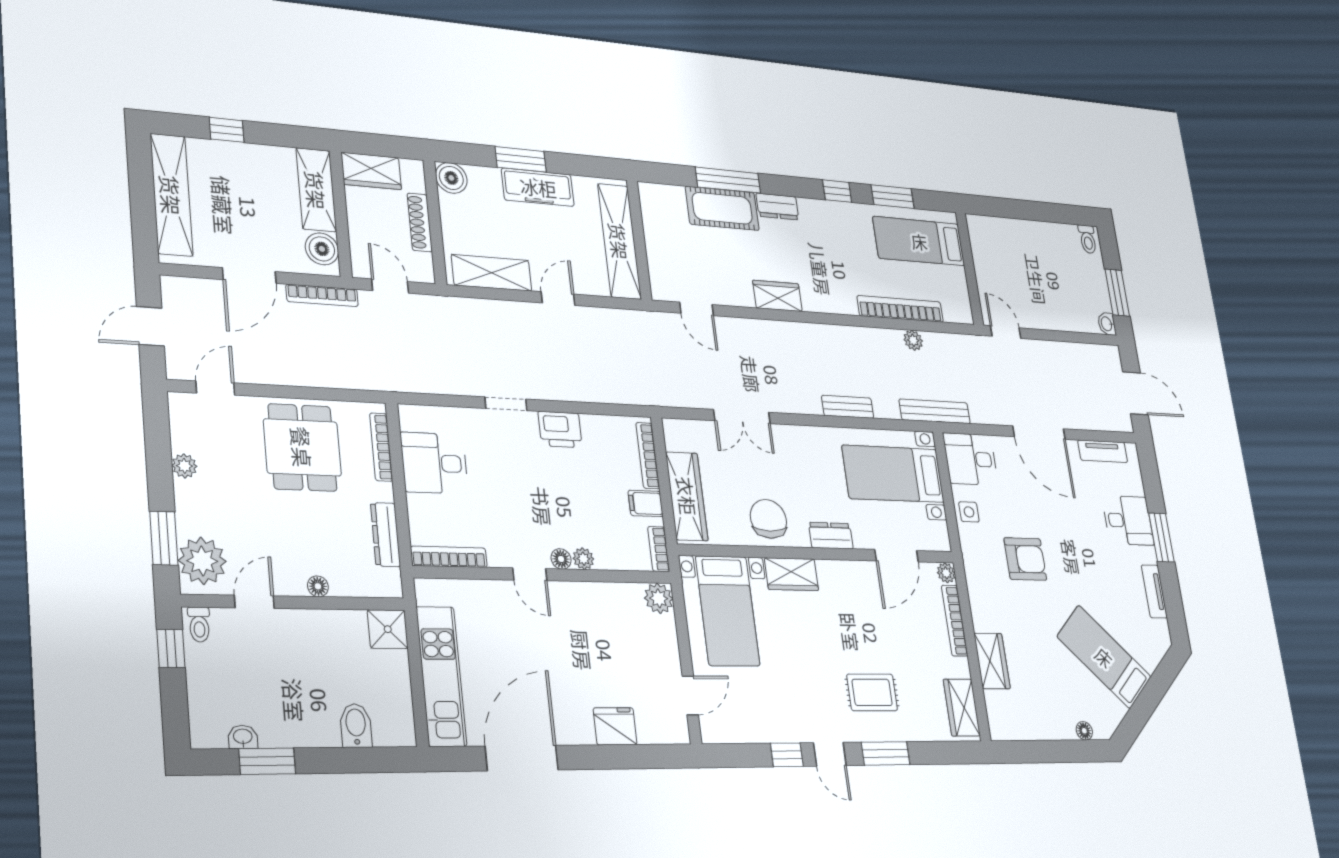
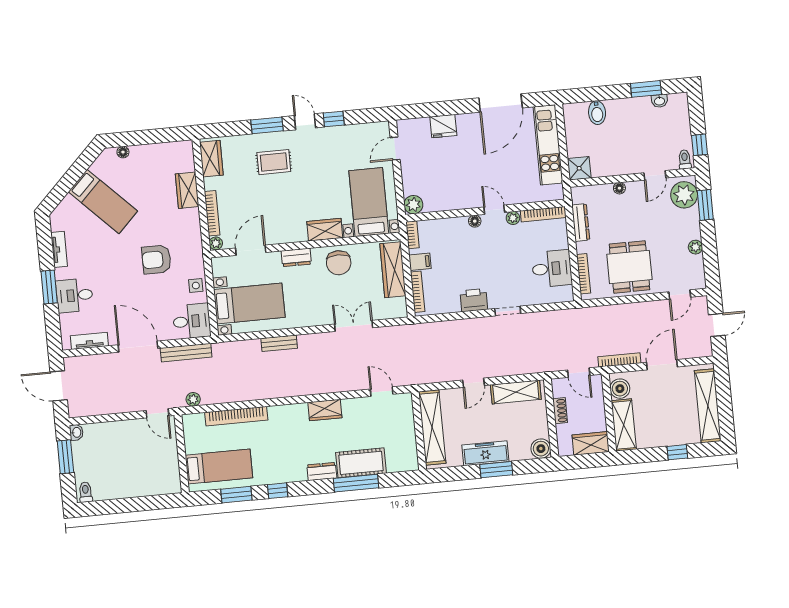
shoe rack: (420, 222) -> (560, 411), width x0.70
plant: (913, 340) -> (193, 399), moved
bench: (935, 411) -> (186, 353), moved
plant: (583, 559) -> (513, 218), moved

